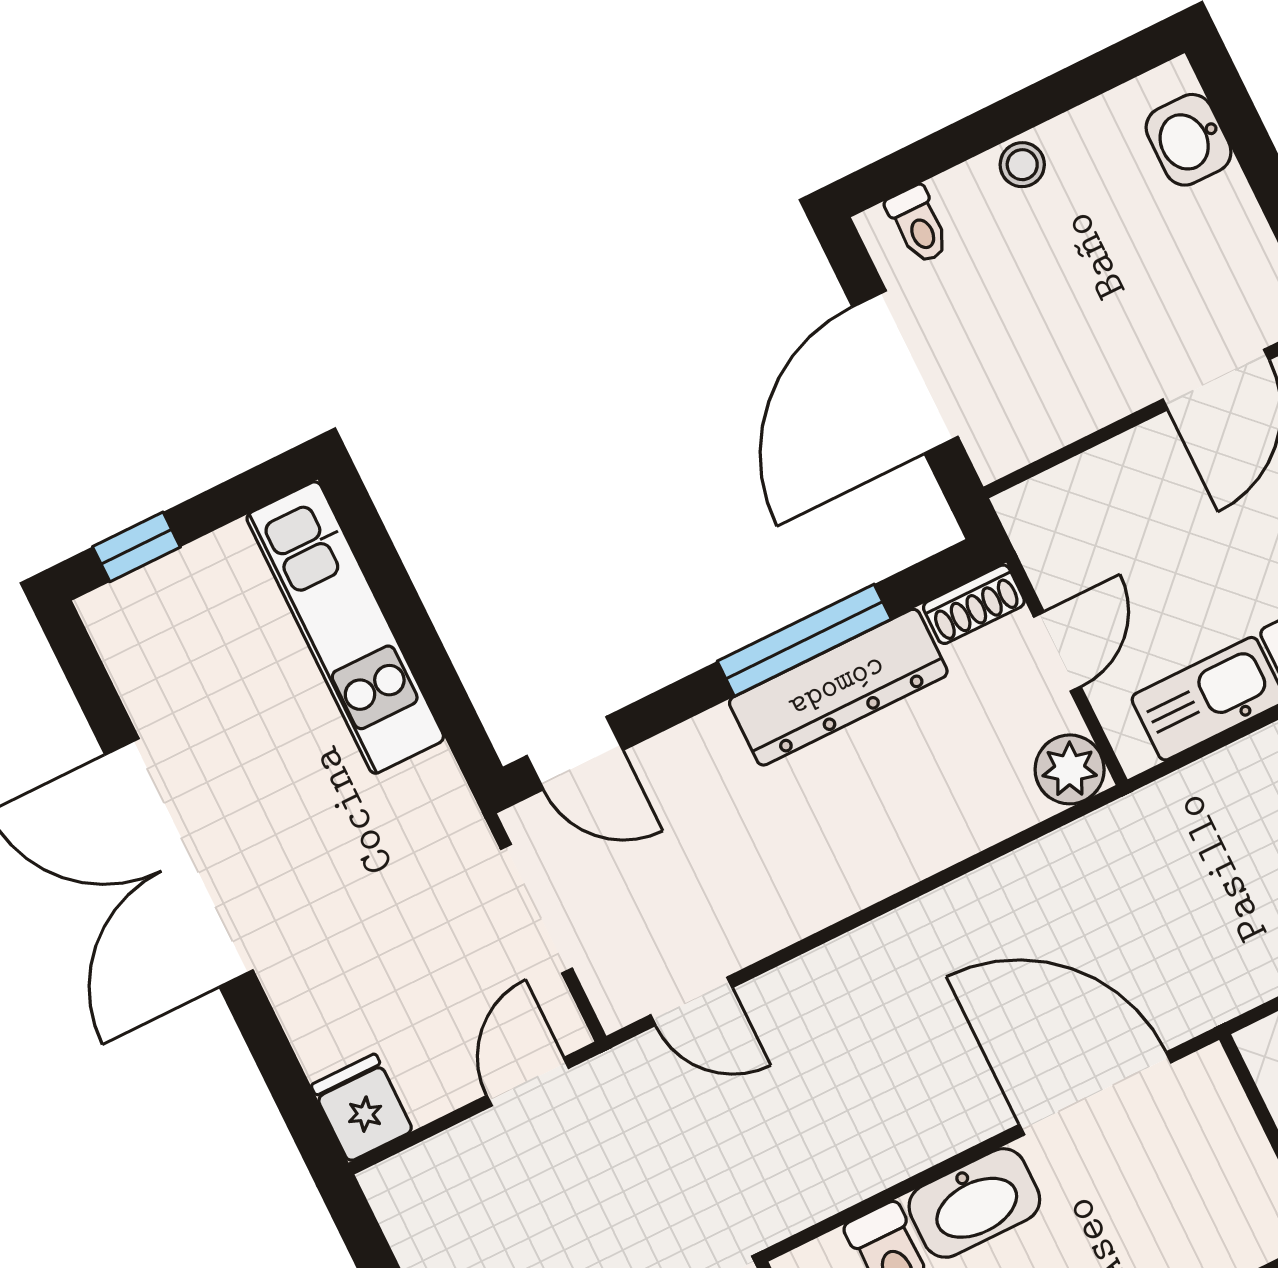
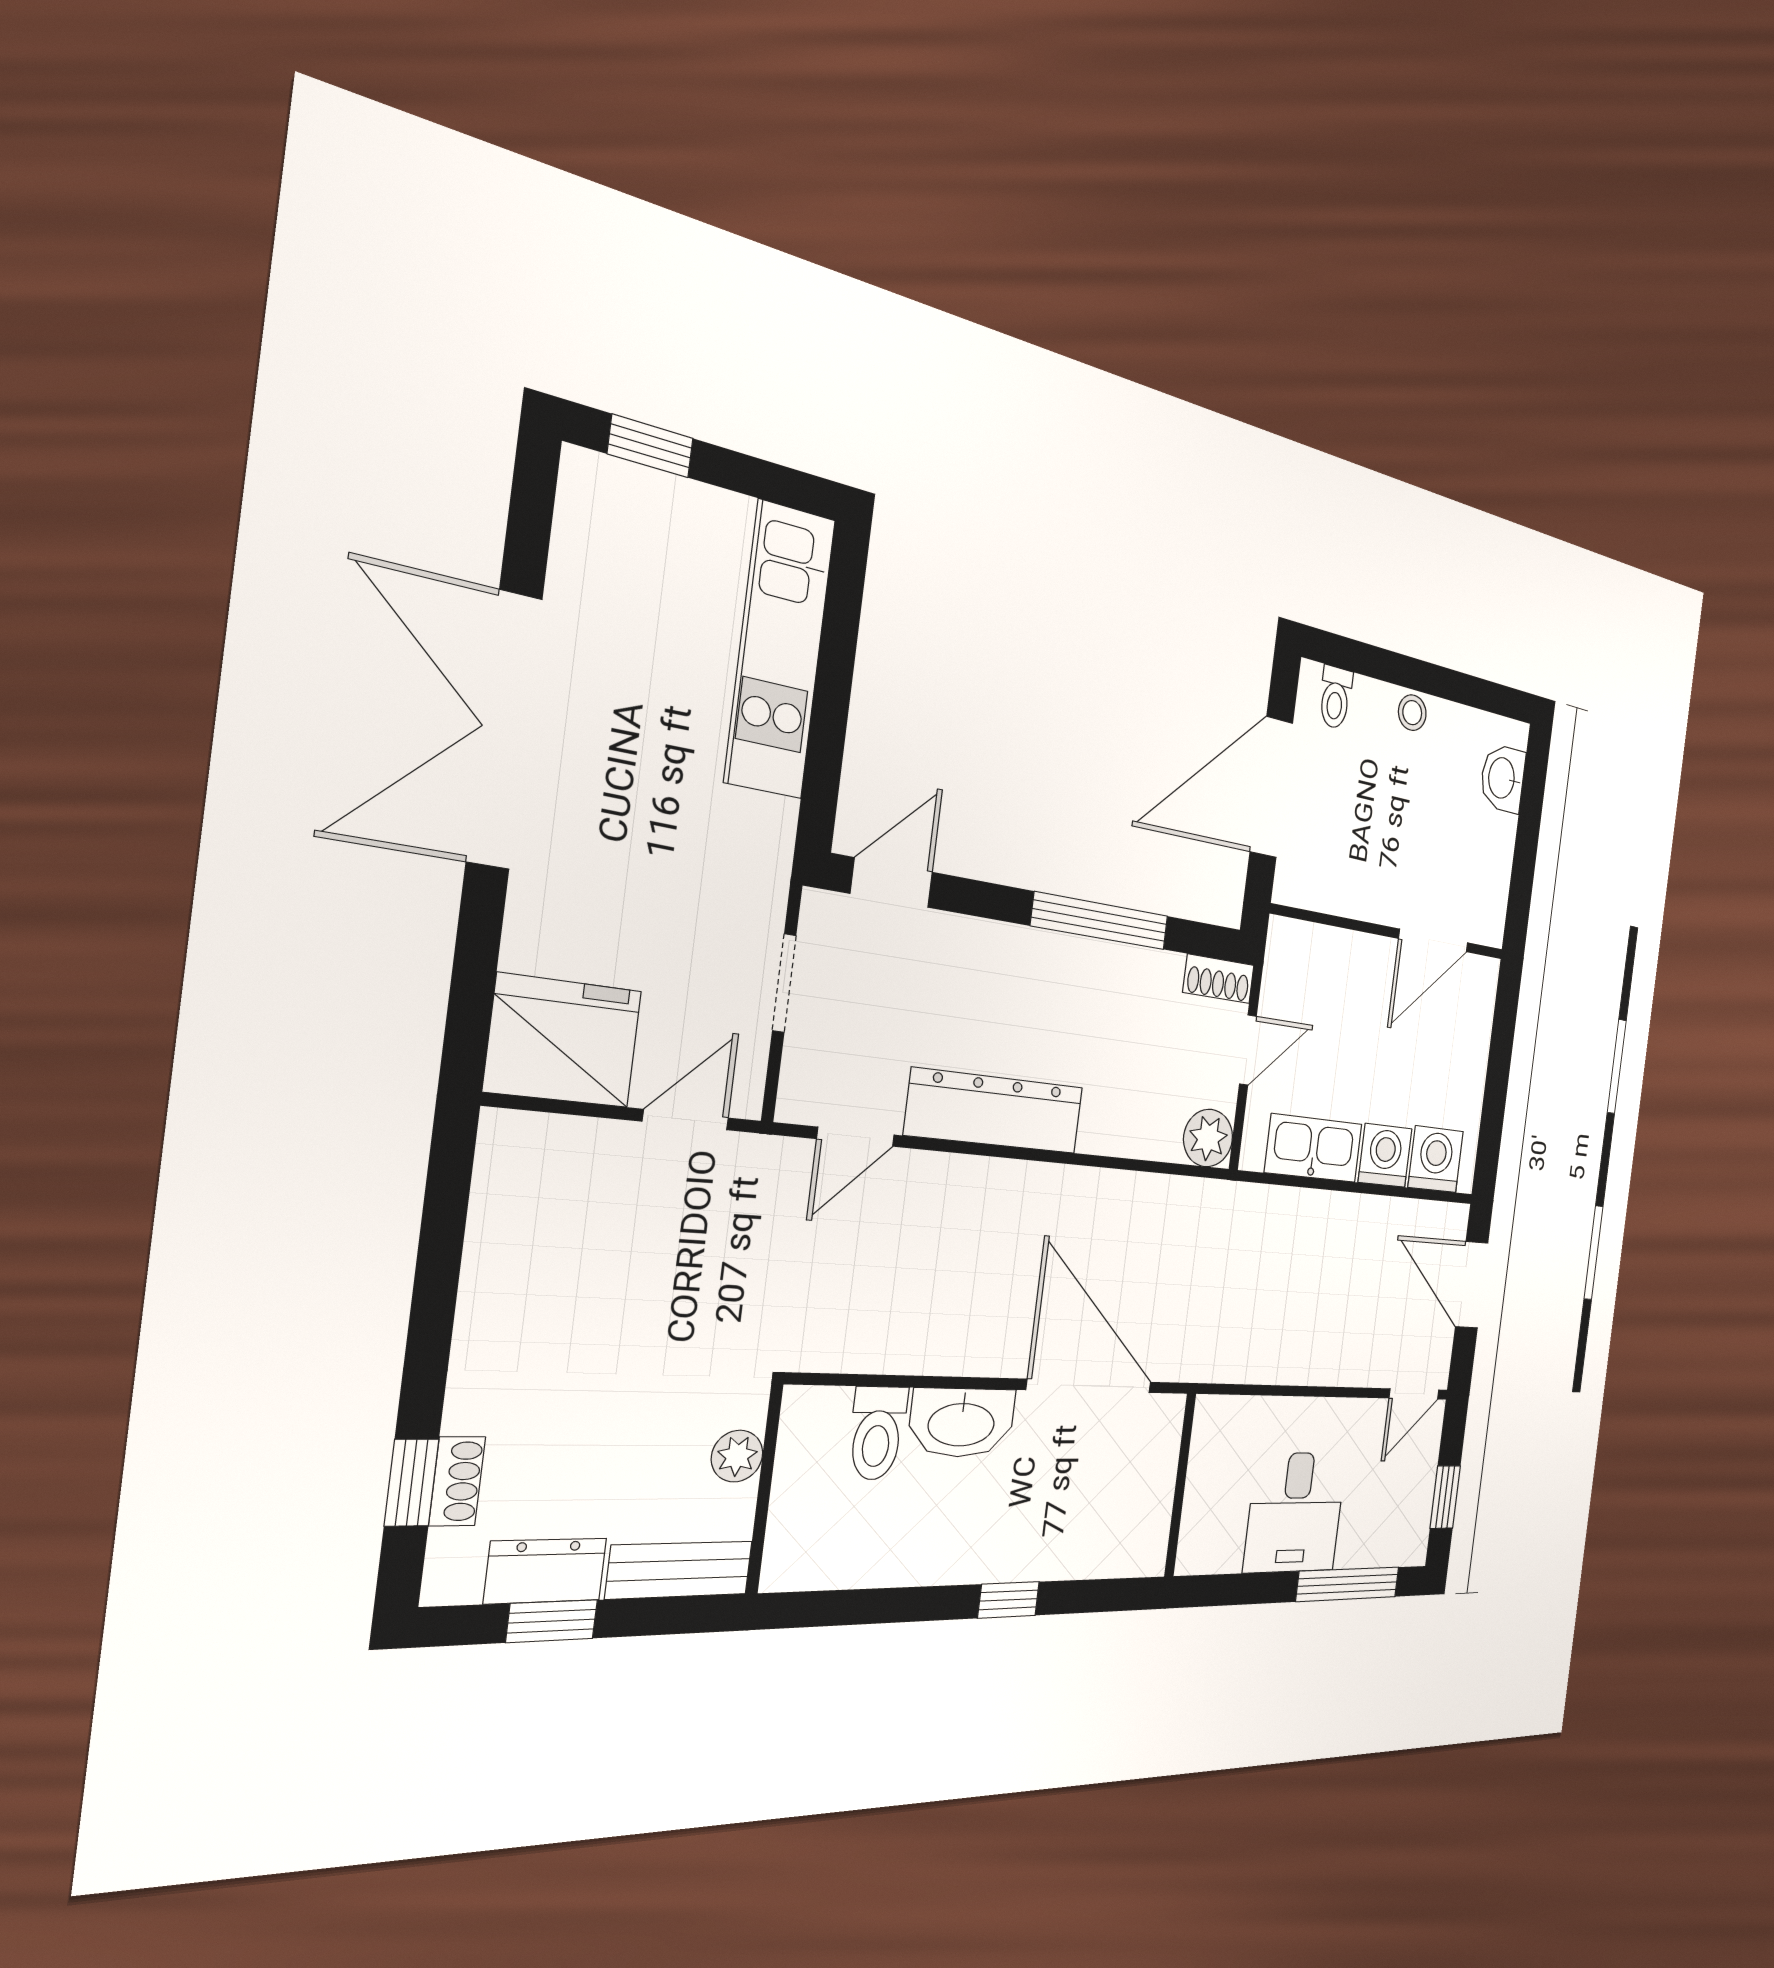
dresser: (838, 687) -> (995, 1111), moved, turned 180
door: (575, 753) -> (892, 883), swing flipped
doorway: (536, 909) -> (784, 983), width x0.73
door: (691, 1001) -> (856, 1137), hinge flipped
fridge: (362, 1108) -> (563, 1041), width x1.88, depth x1.34

